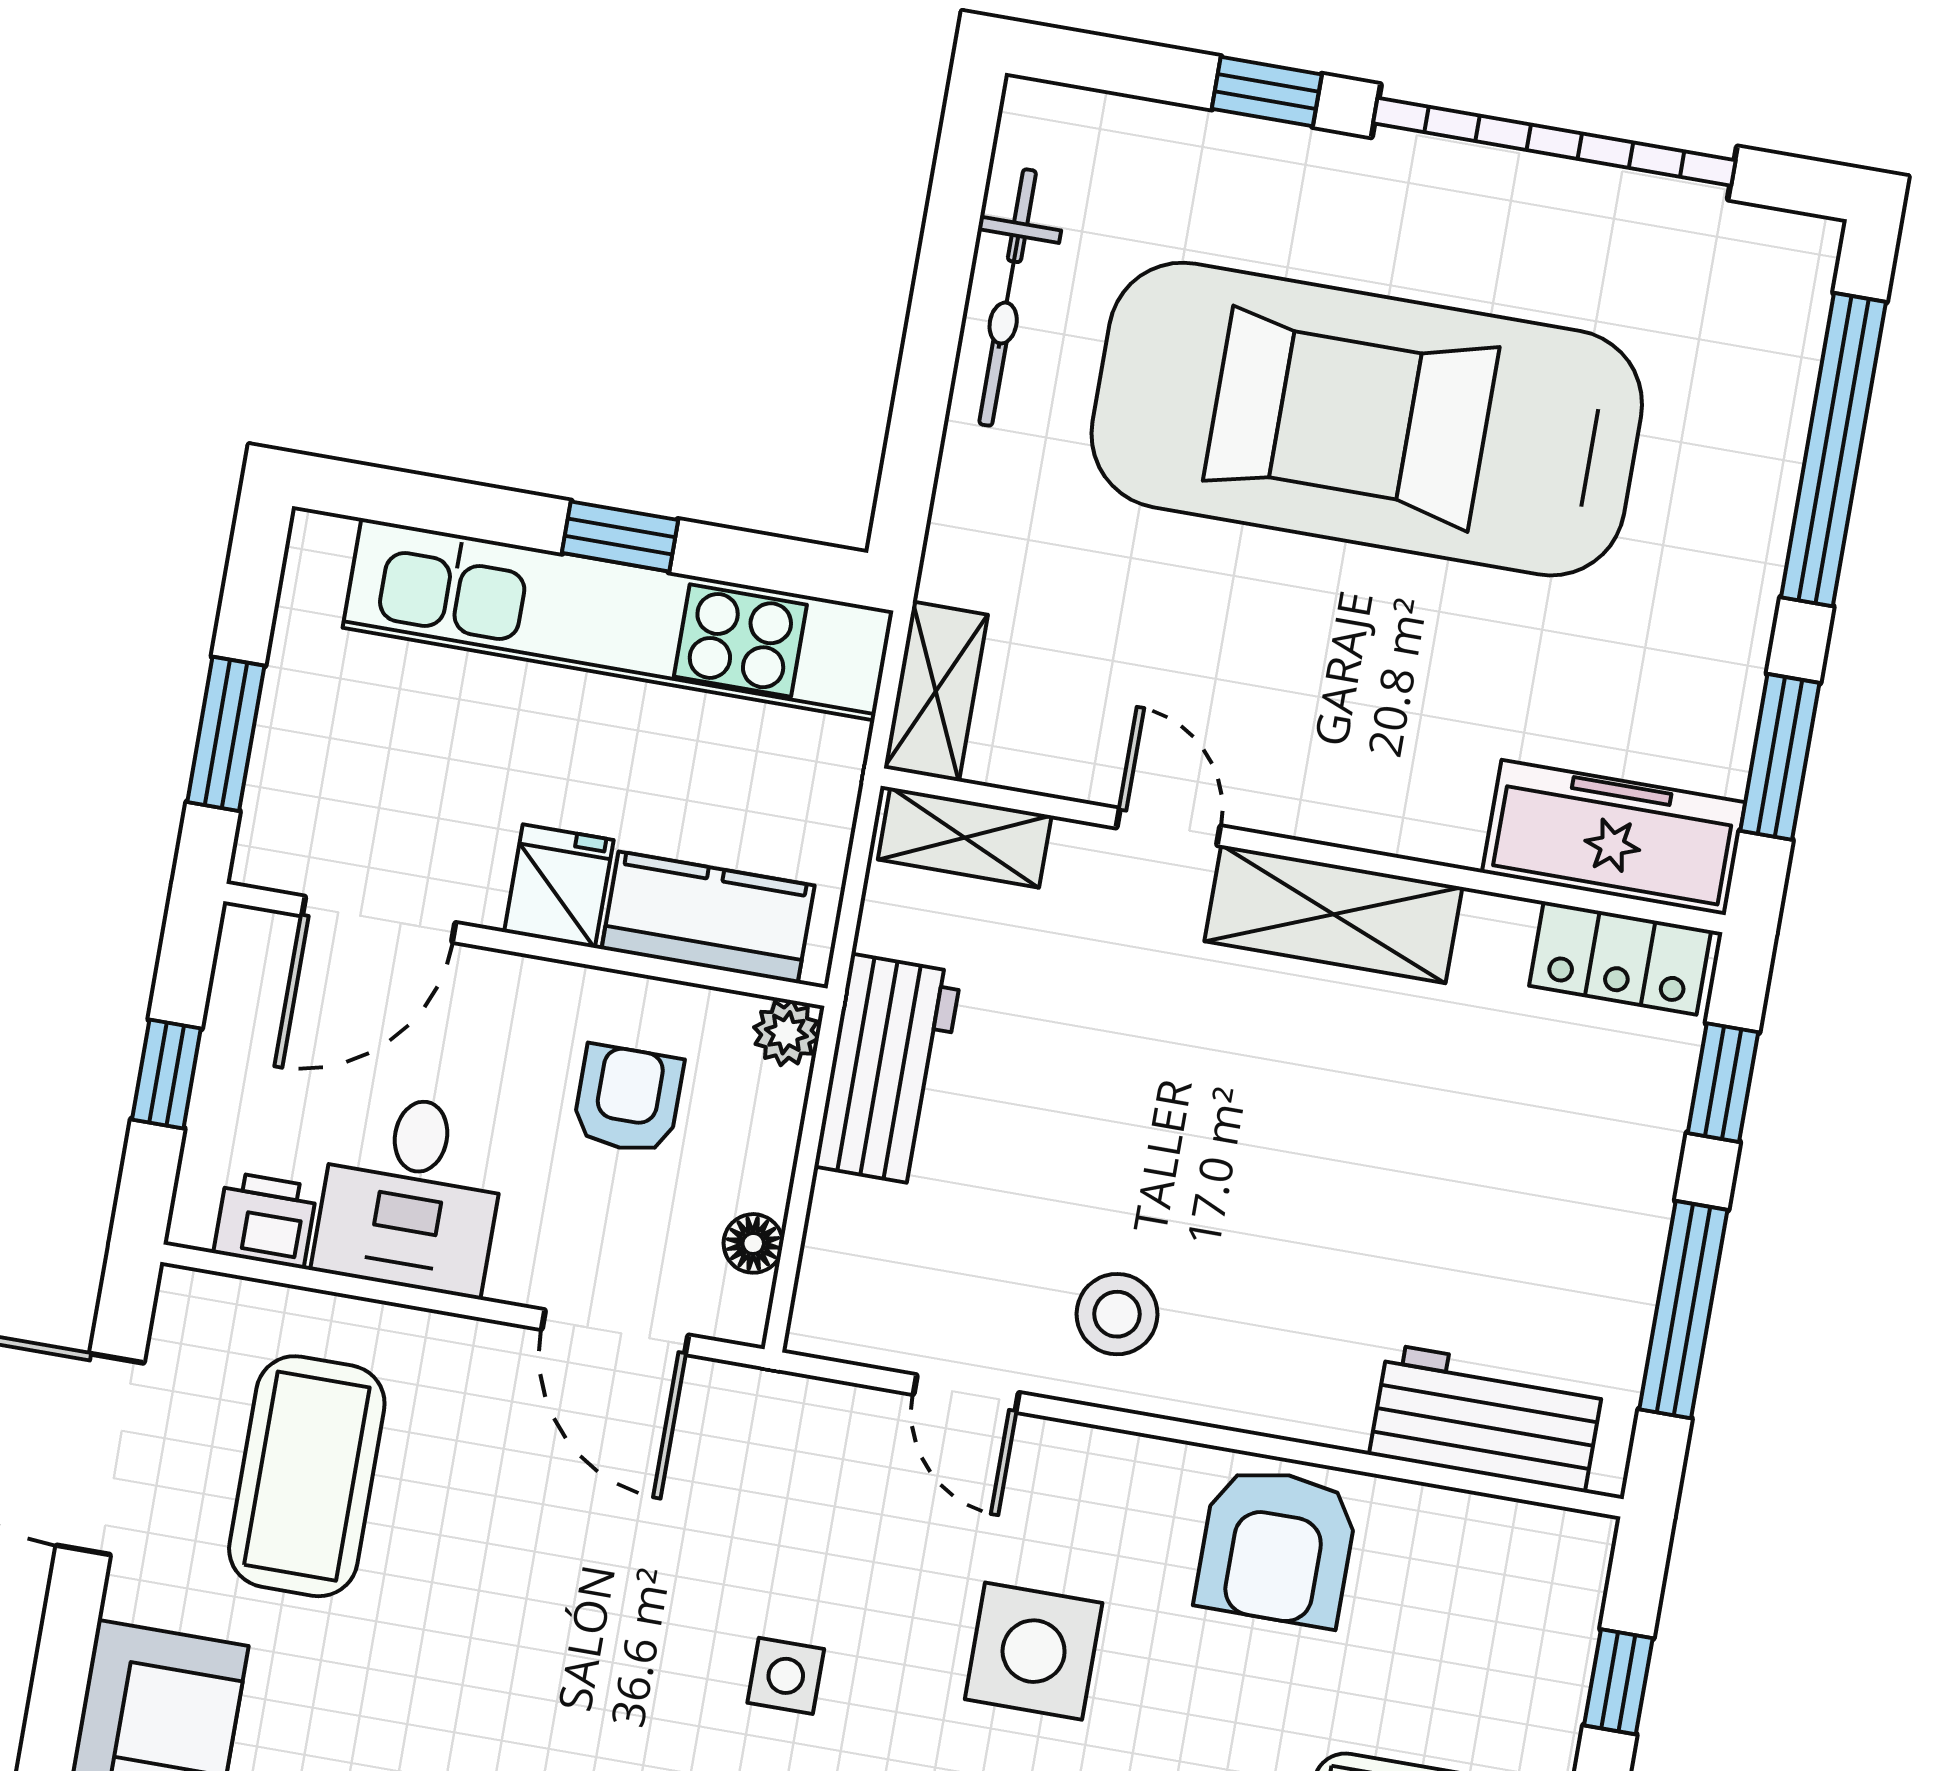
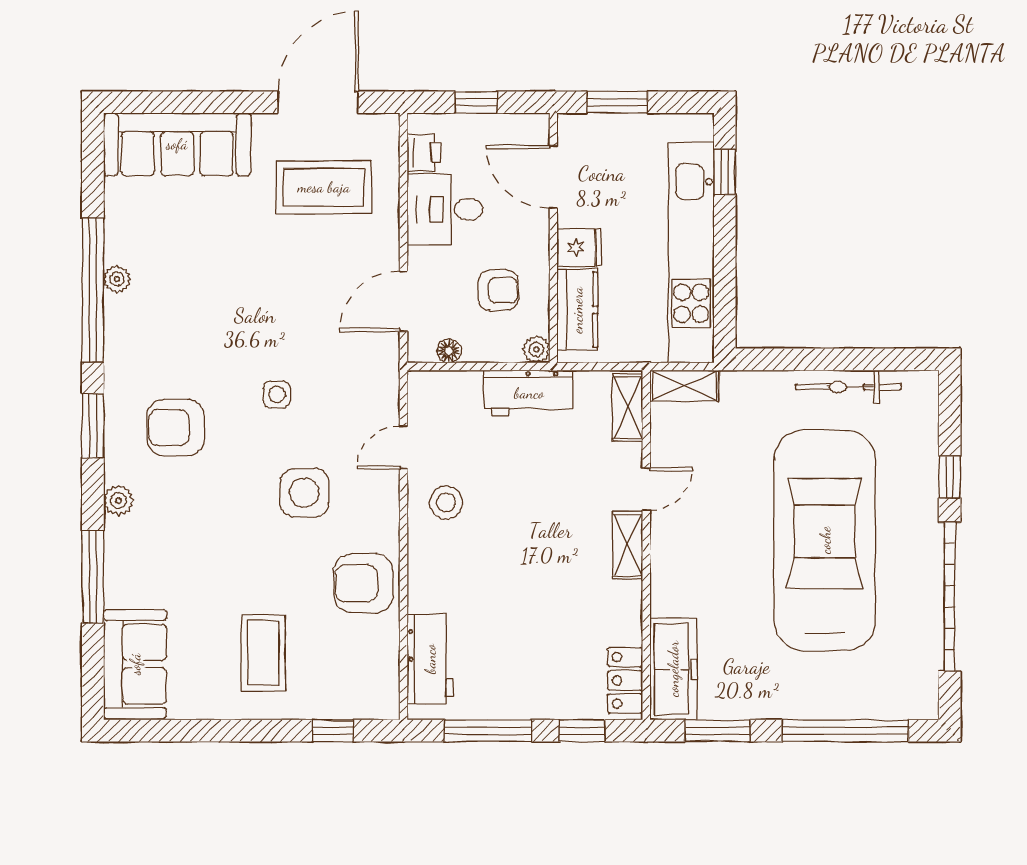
window: (620, 536) -> (725, 172), moved
shelving: (1333, 914) -> (628, 545), width x0.67, depth x0.75

